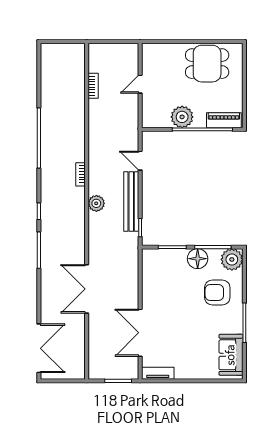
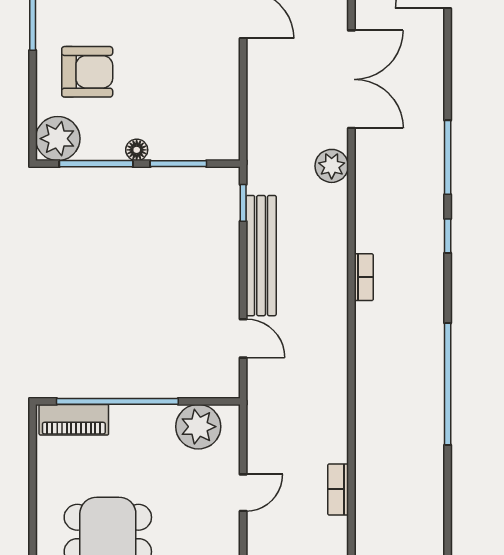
plant: (182, 117) -> (198, 427), moved
bookcase: (80, 174) -> (364, 277), moved
plant: (96, 203) -> (332, 166), moved
floor lamp: (198, 259) -> (137, 150), width x0.53, depth x0.53

